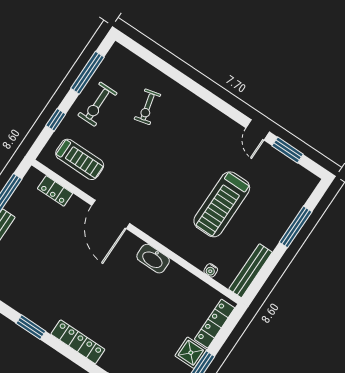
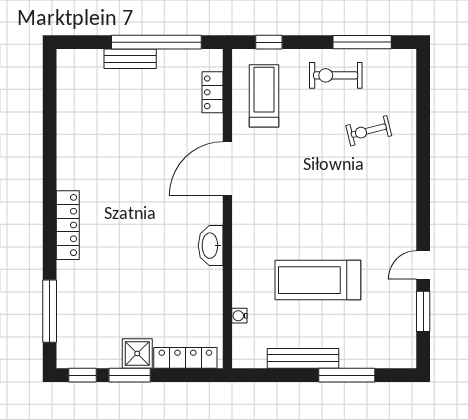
window: (56, 120) -> (269, 42), moved
treadmill: (80, 159) -> (264, 96), turned 180
bench: (250, 271) -> (303, 358), moved
window: (31, 327) -> (50, 164), removed

